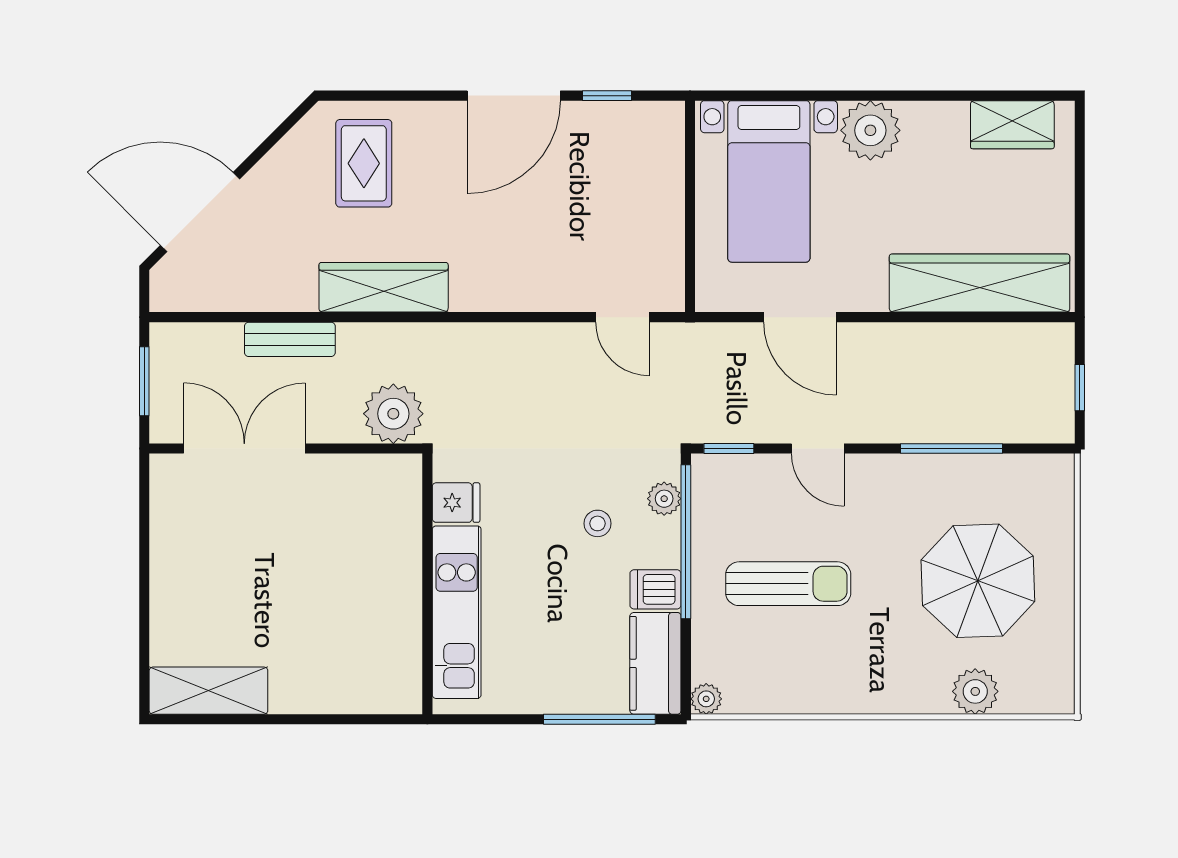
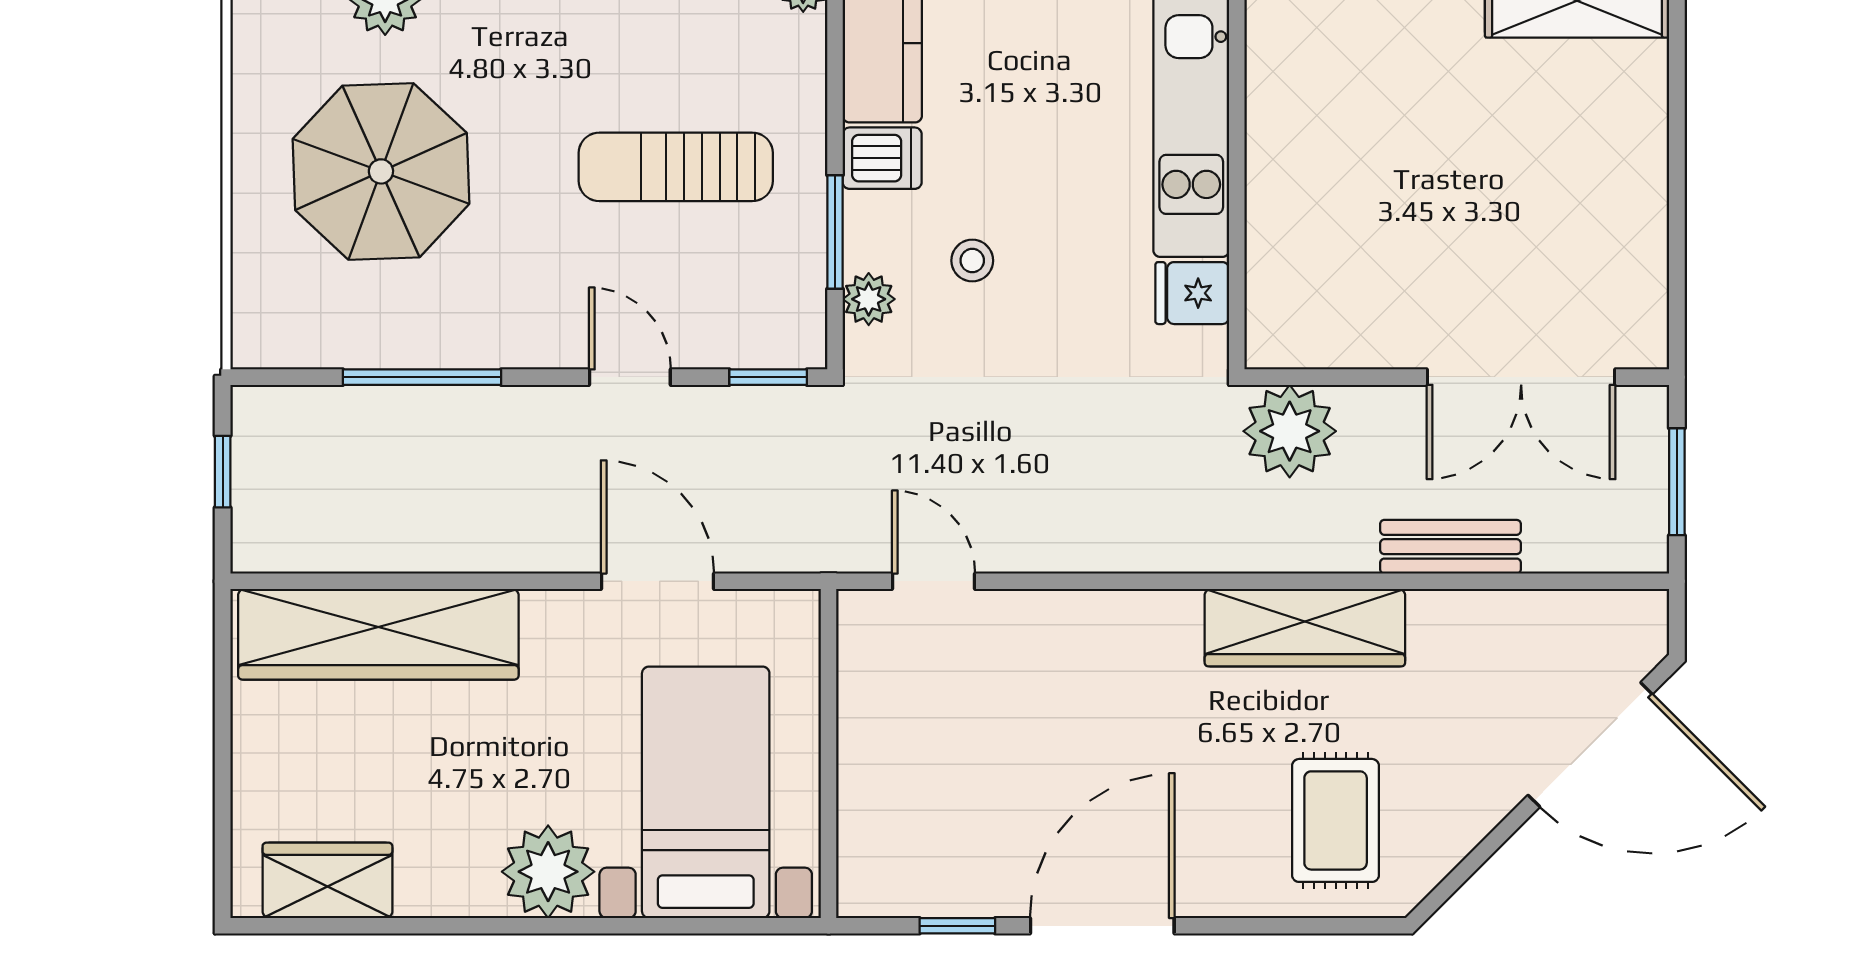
window: (686, 542) -> (835, 232), width x0.47

